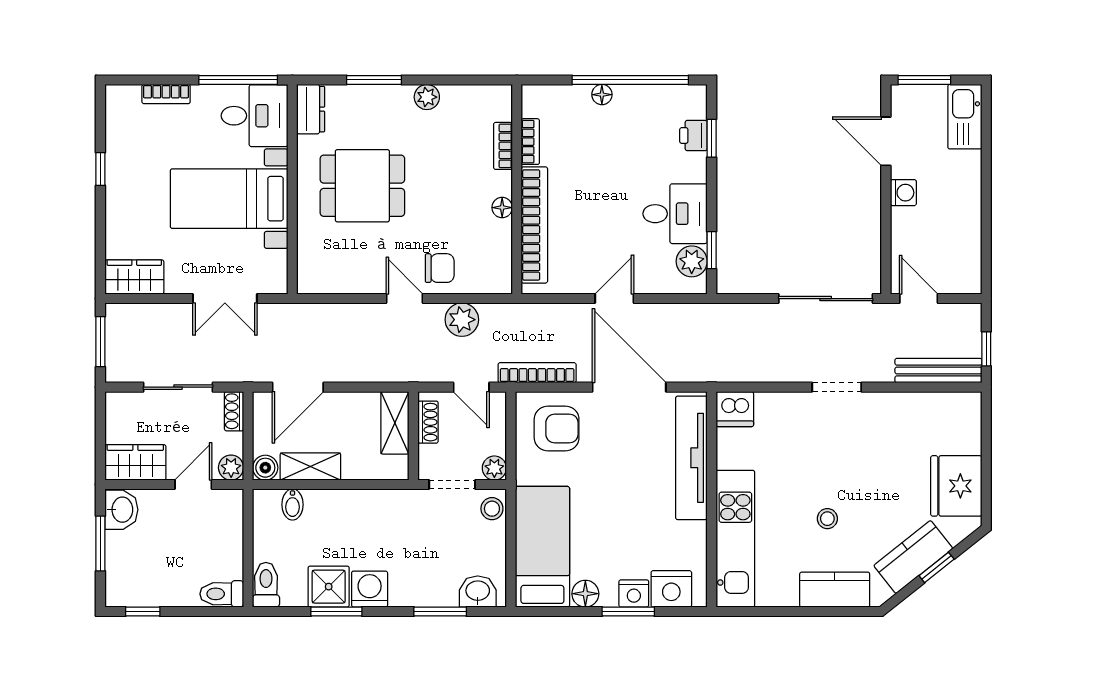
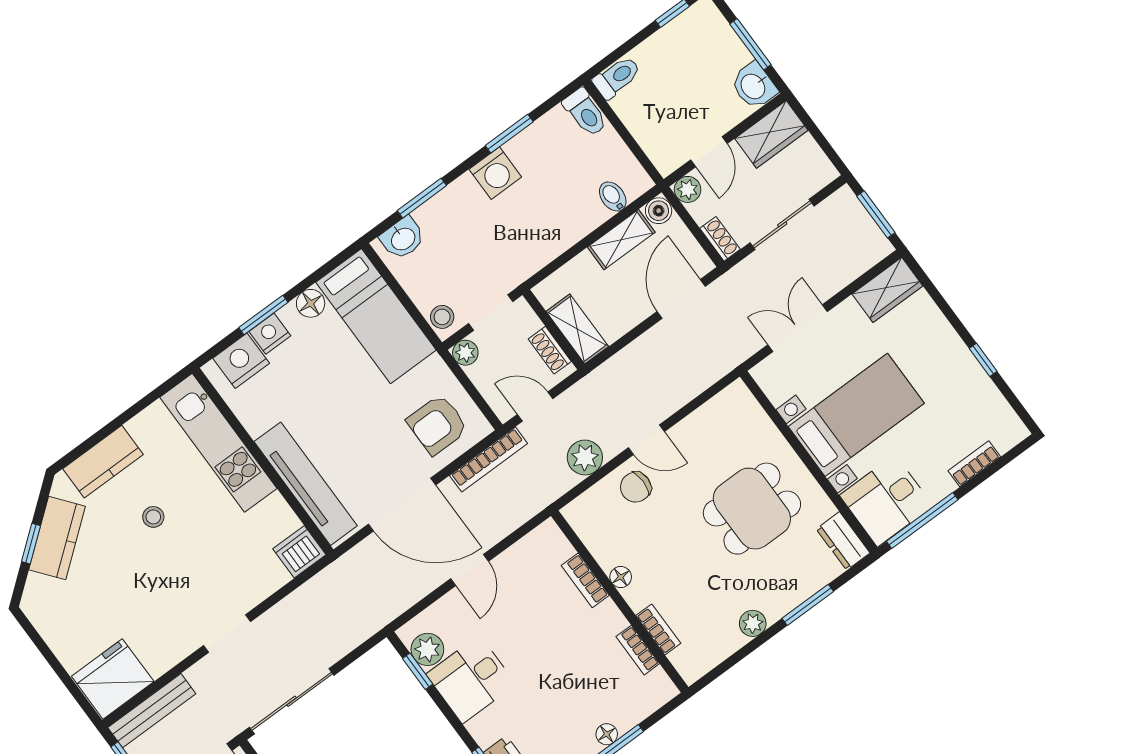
bookcase: (534, 225) -> (585, 580), width x0.43, depth x0.76
fridge: (956, 486) -> (113, 679), moved, turned -90
shower: (329, 587) -> (531, 150), removed

